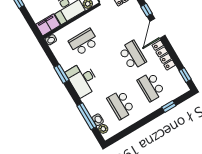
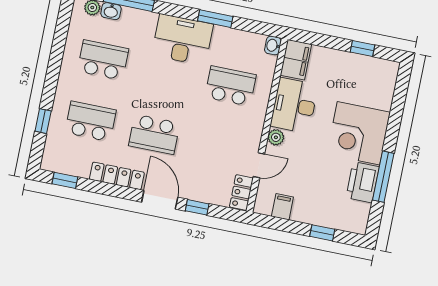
school desk: (84, 42) -> (231, 86), turned -90

